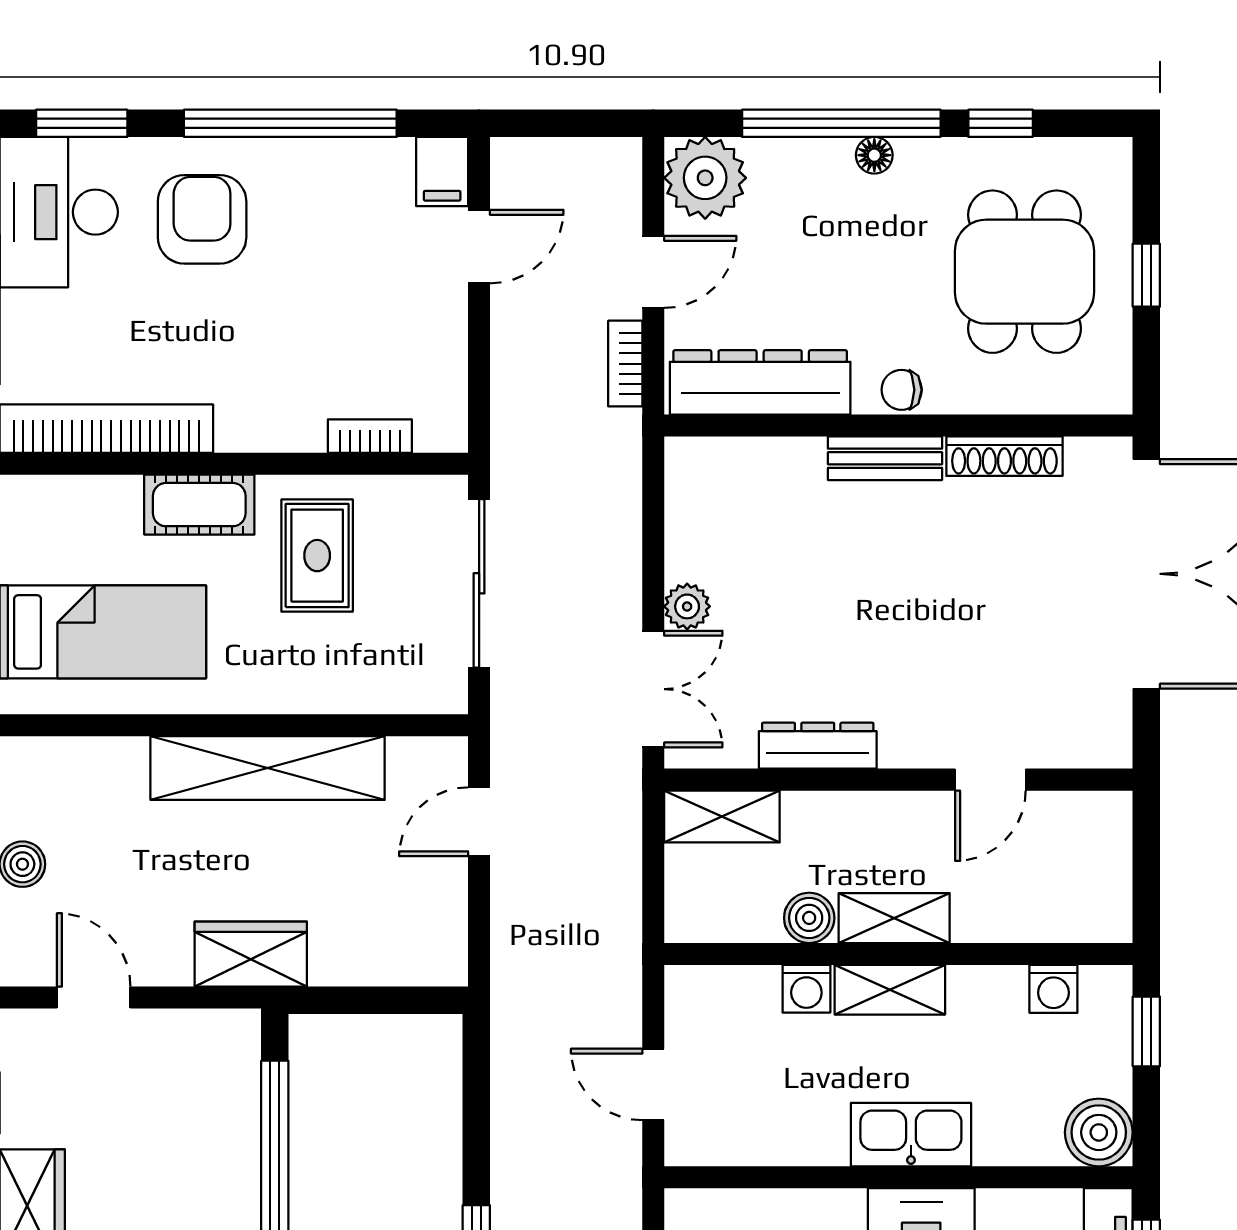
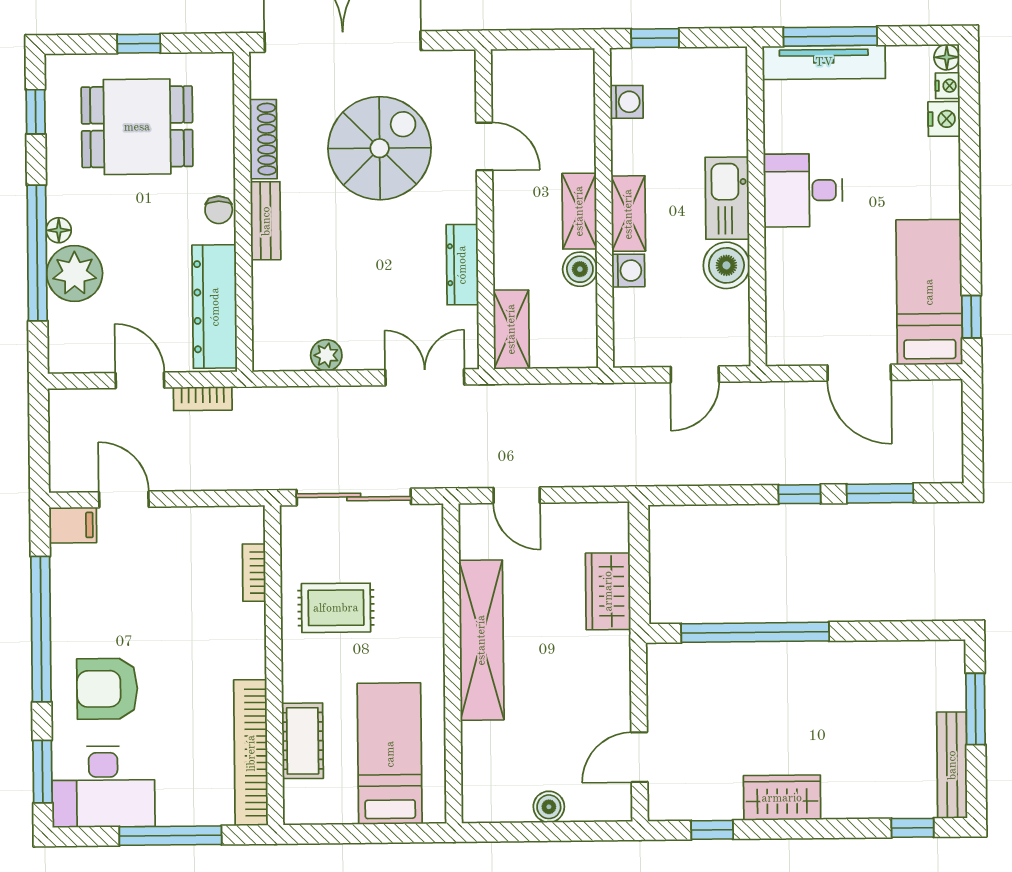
window: (1001, 123) -> (36, 112), moved
plant: (705, 178) -> (75, 273), moved
cot: (199, 505) -> (303, 741), moved
plant: (687, 606) -> (326, 355), moved
spiral stairs: (989, 626) -> (380, 148), added
wardrobe: (251, 954) -> (608, 591), moved
boiler: (1099, 1132) -> (726, 265), moved

